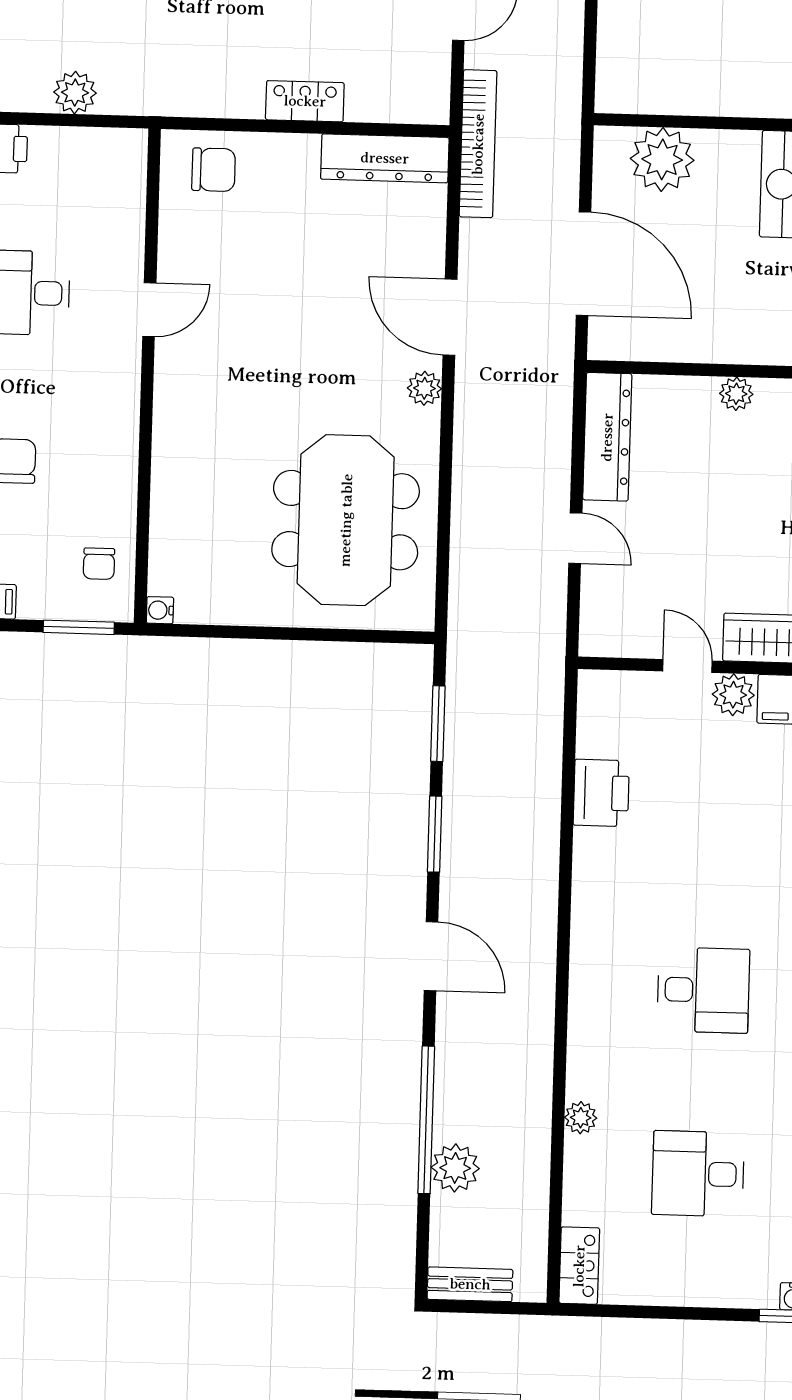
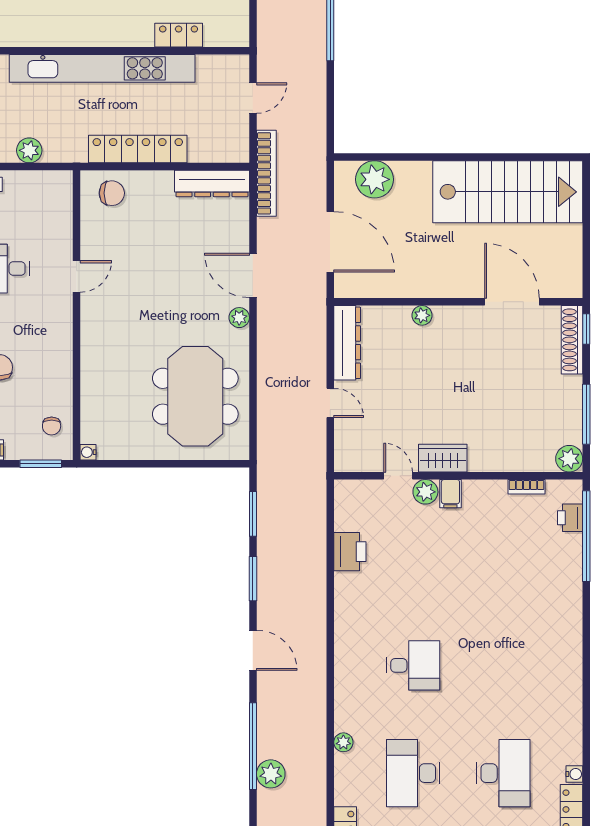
locker: (305, 101) -> (138, 149), width x2.16, depth x1.21
desk: (698, 1174) -> (413, 773), width x1.37

